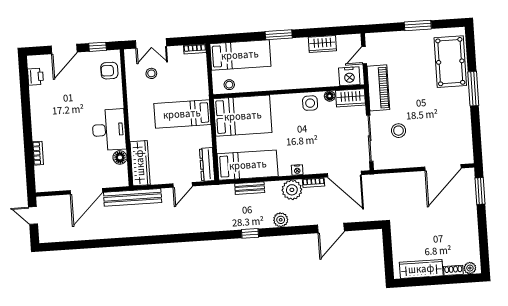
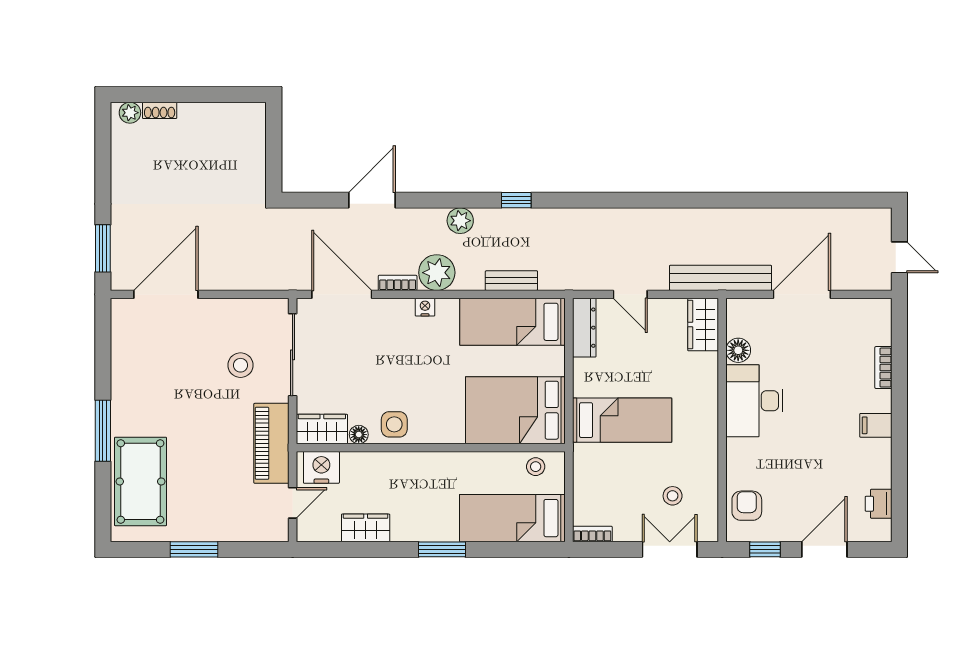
armchair: (109, 71) -> (747, 506), turned -90
filing cabinet: (40, 120) -> (876, 425), added
wardrobe: (140, 163) -> (703, 325), width x0.67
door: (183, 185) -> (630, 294), swing flipped
wardrobe: (421, 269) -> (216, 117), removed

